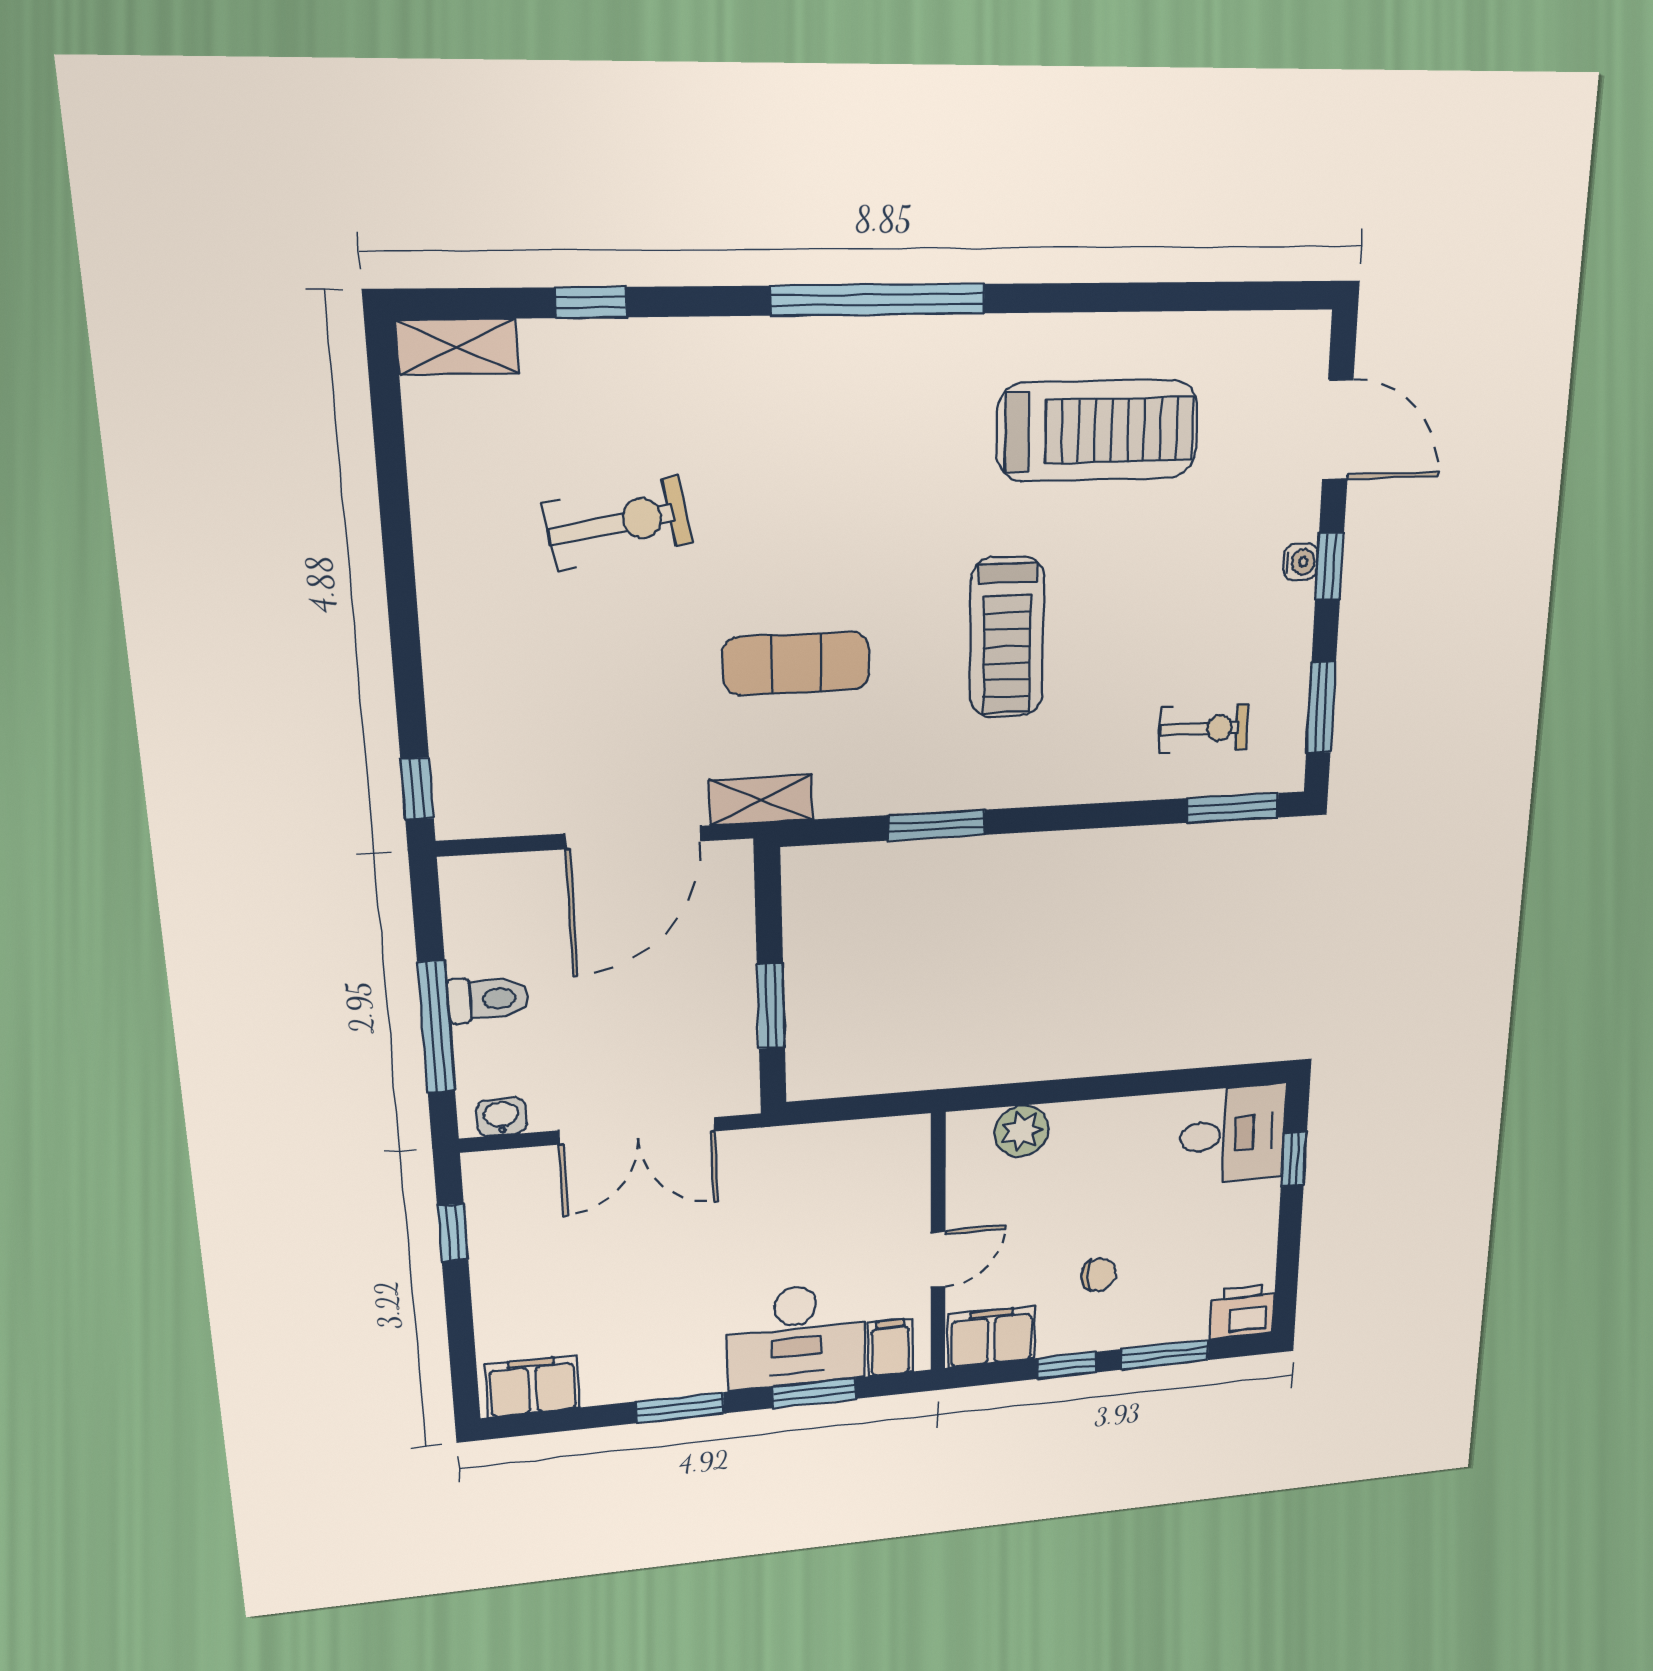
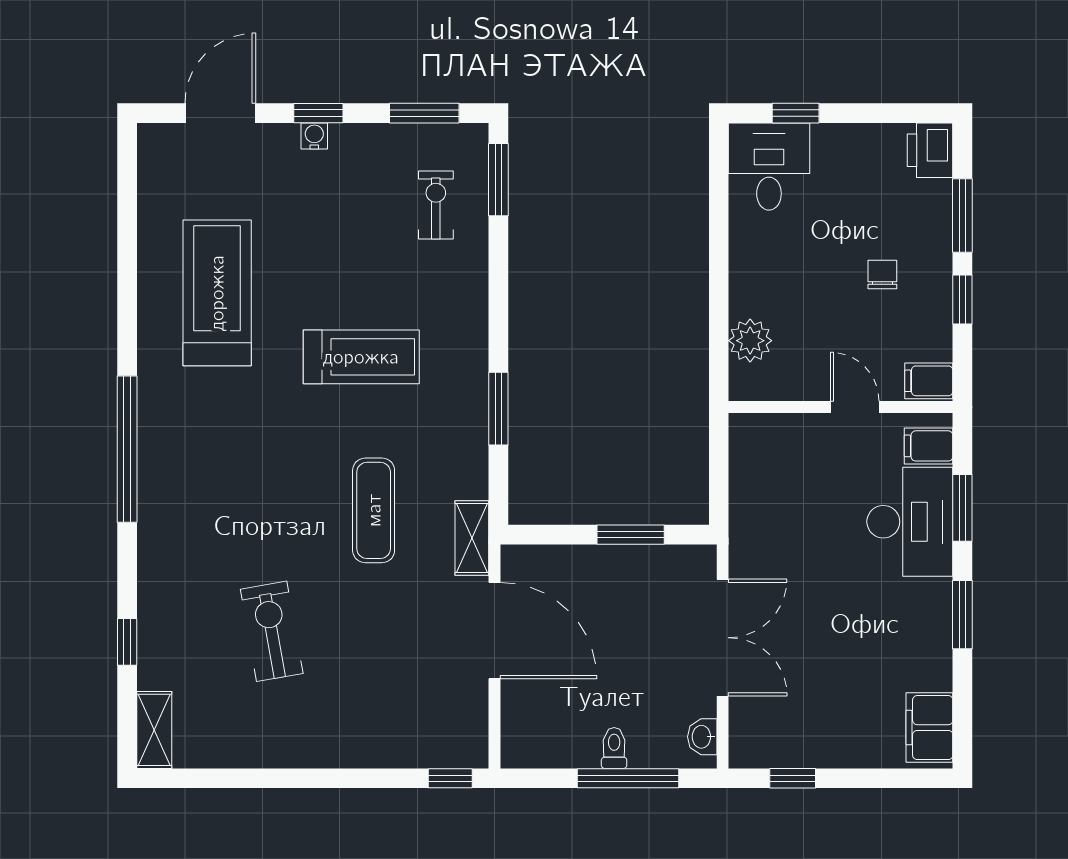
toilet: (488, 999) -> (614, 748), width x0.73, depth x0.72
filing cabinet: (992, 1337) -> (929, 381), width x0.50

